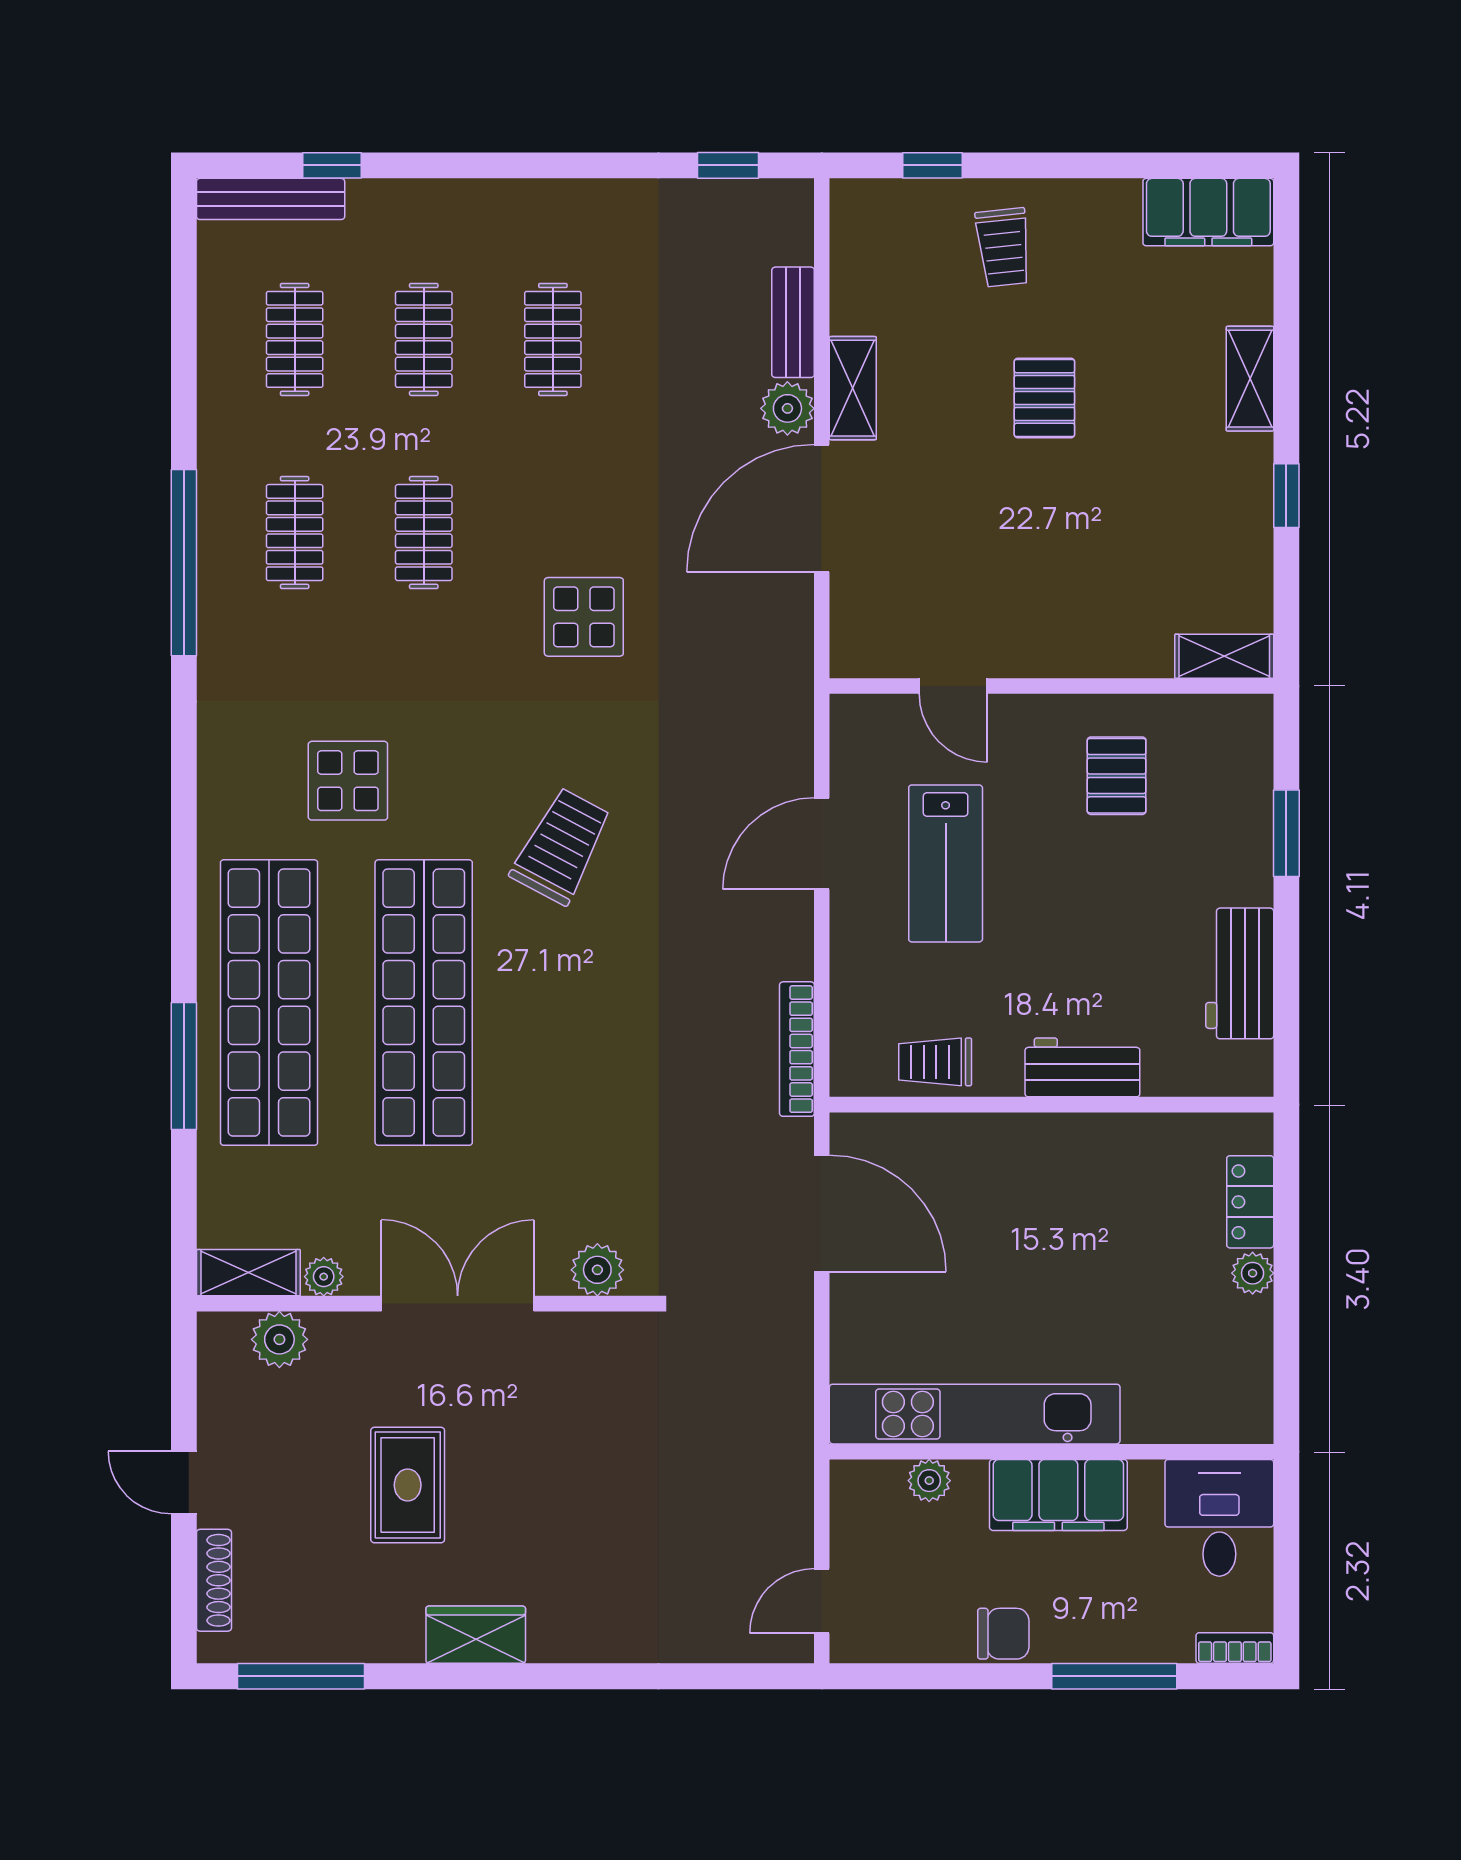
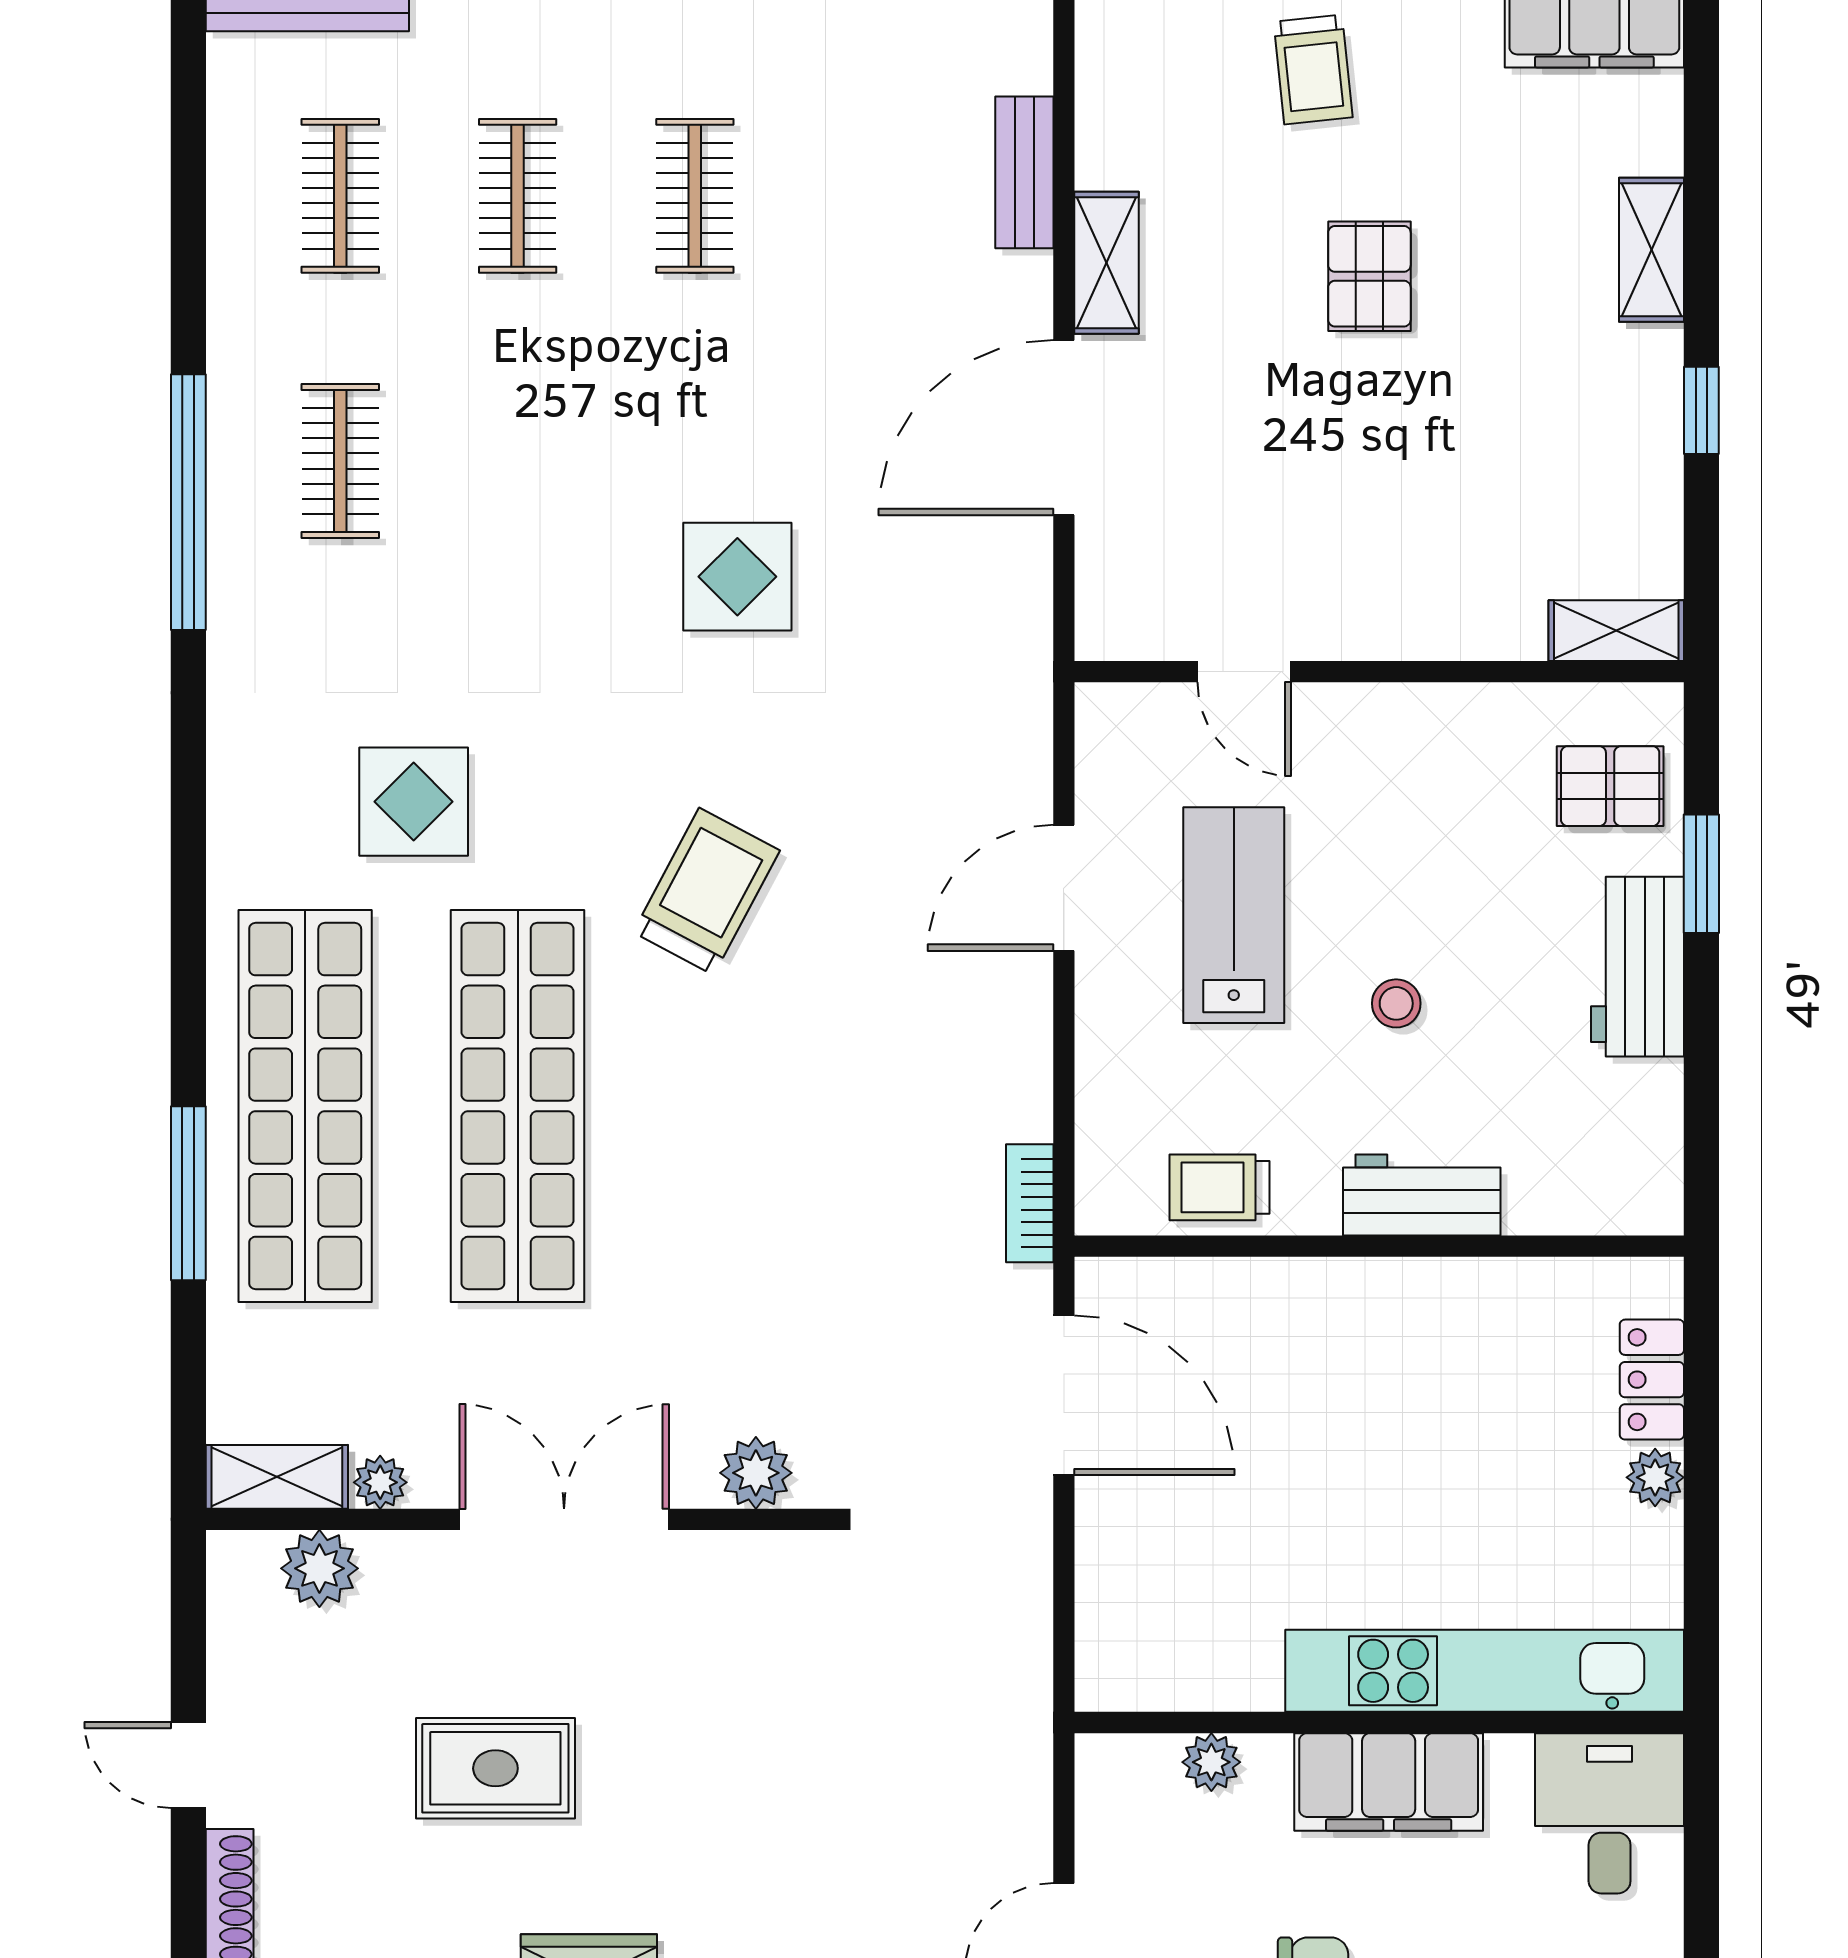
plant: (787, 408) -> (1017, 291), removed
clothes rail: (424, 533) -> (518, 461), removed
pallet: (1117, 776) -> (1610, 786), moved, turned 90
lab bench: (946, 863) -> (1234, 915), turned 180
stool: (1064, 928) -> (1396, 1003), added
workbench: (1240, 973) -> (1638, 967), moved
bookcase: (797, 1049) -> (1030, 1203), width x0.64
kitchen unit: (975, 1414) -> (1485, 1671), moved
rug: (408, 1485) -> (495, 1768), turned 90

